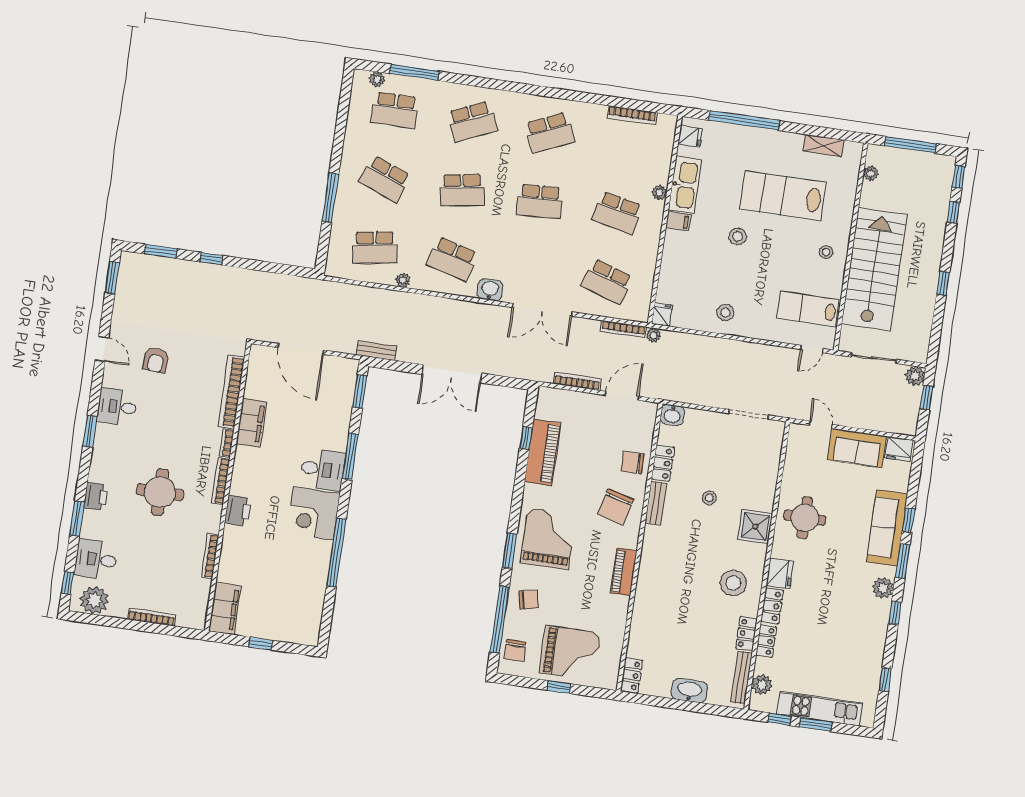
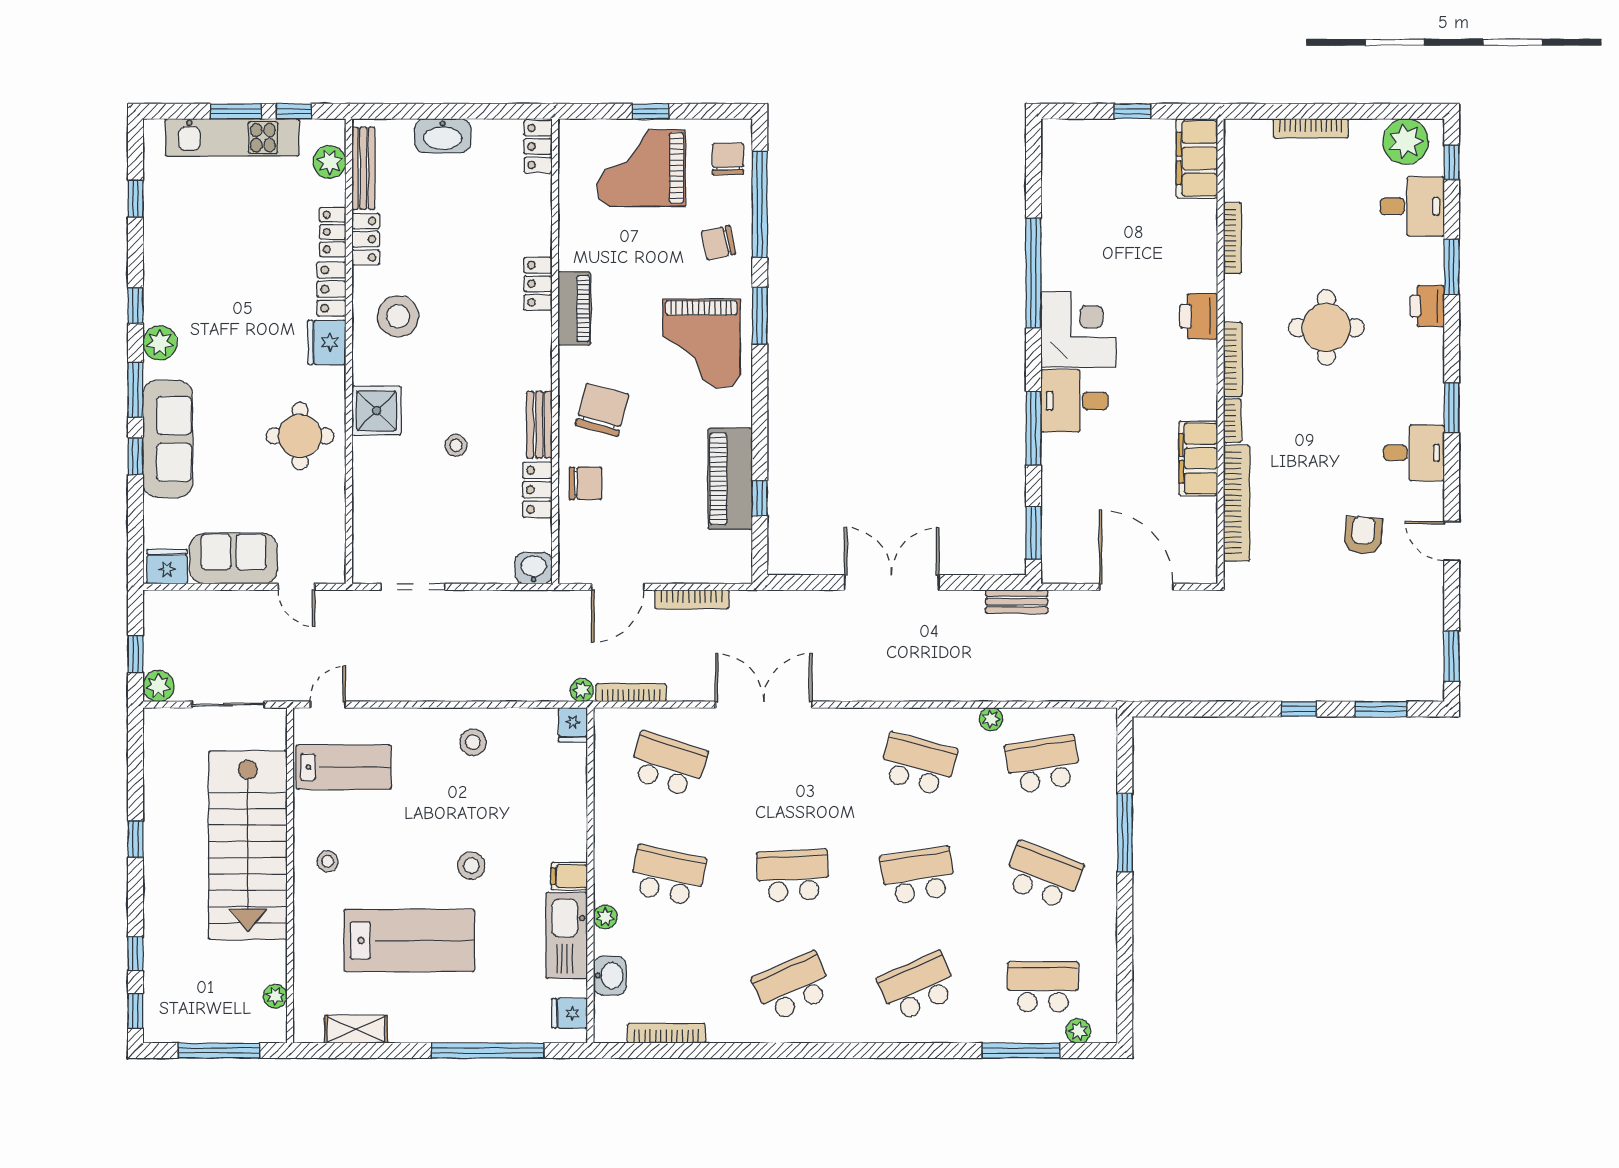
washbasin: (490, 290) -> (610, 975), moved, turned -90
locker: (644, 590) -> (538, 284), added

